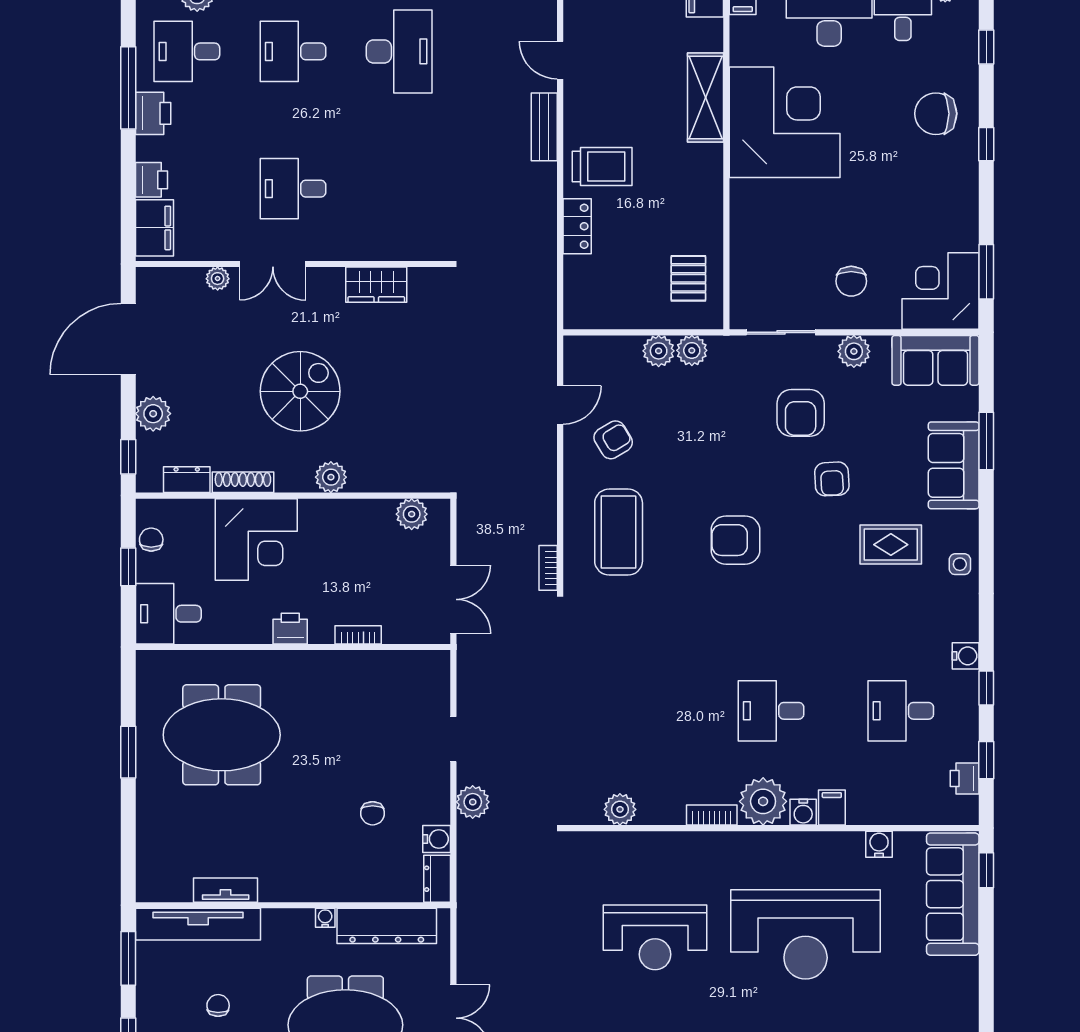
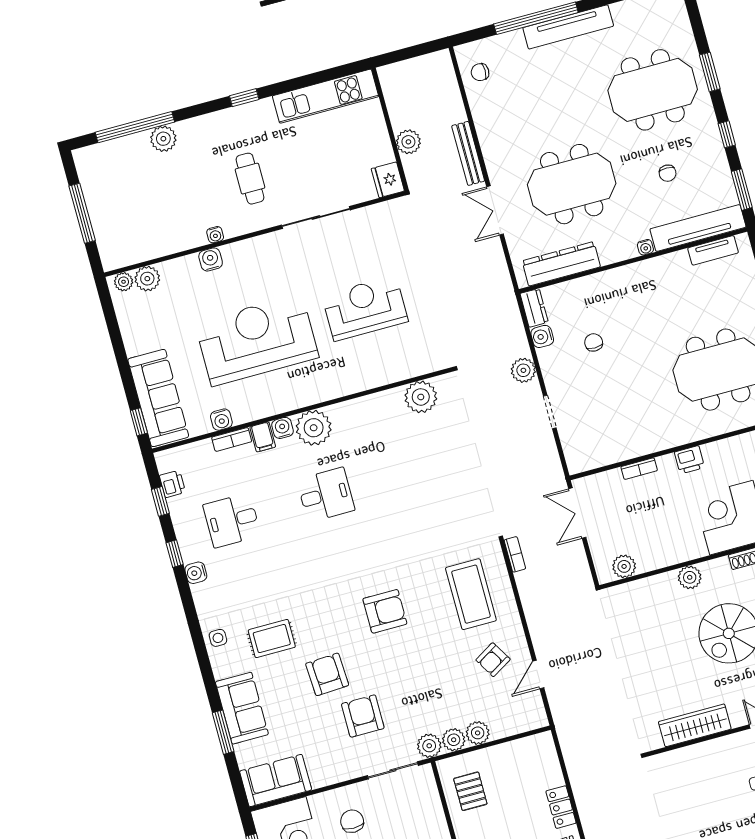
wardrobe: (376, 285) -> (695, 725), width x1.50
plant: (854, 351) -> (429, 746), moved
armchair: (832, 479) -> (327, 674), width x1.38, depth x1.38
desk: (901, 711) -> (232, 520), turned 180
plant: (620, 809) -> (421, 397), width x1.36, depth x1.36
bookcase: (712, 815) -> (232, 439), moved
tv unit: (226, 890) -> (713, 250), moved
water cooler: (325, 918) -> (645, 247), moved

